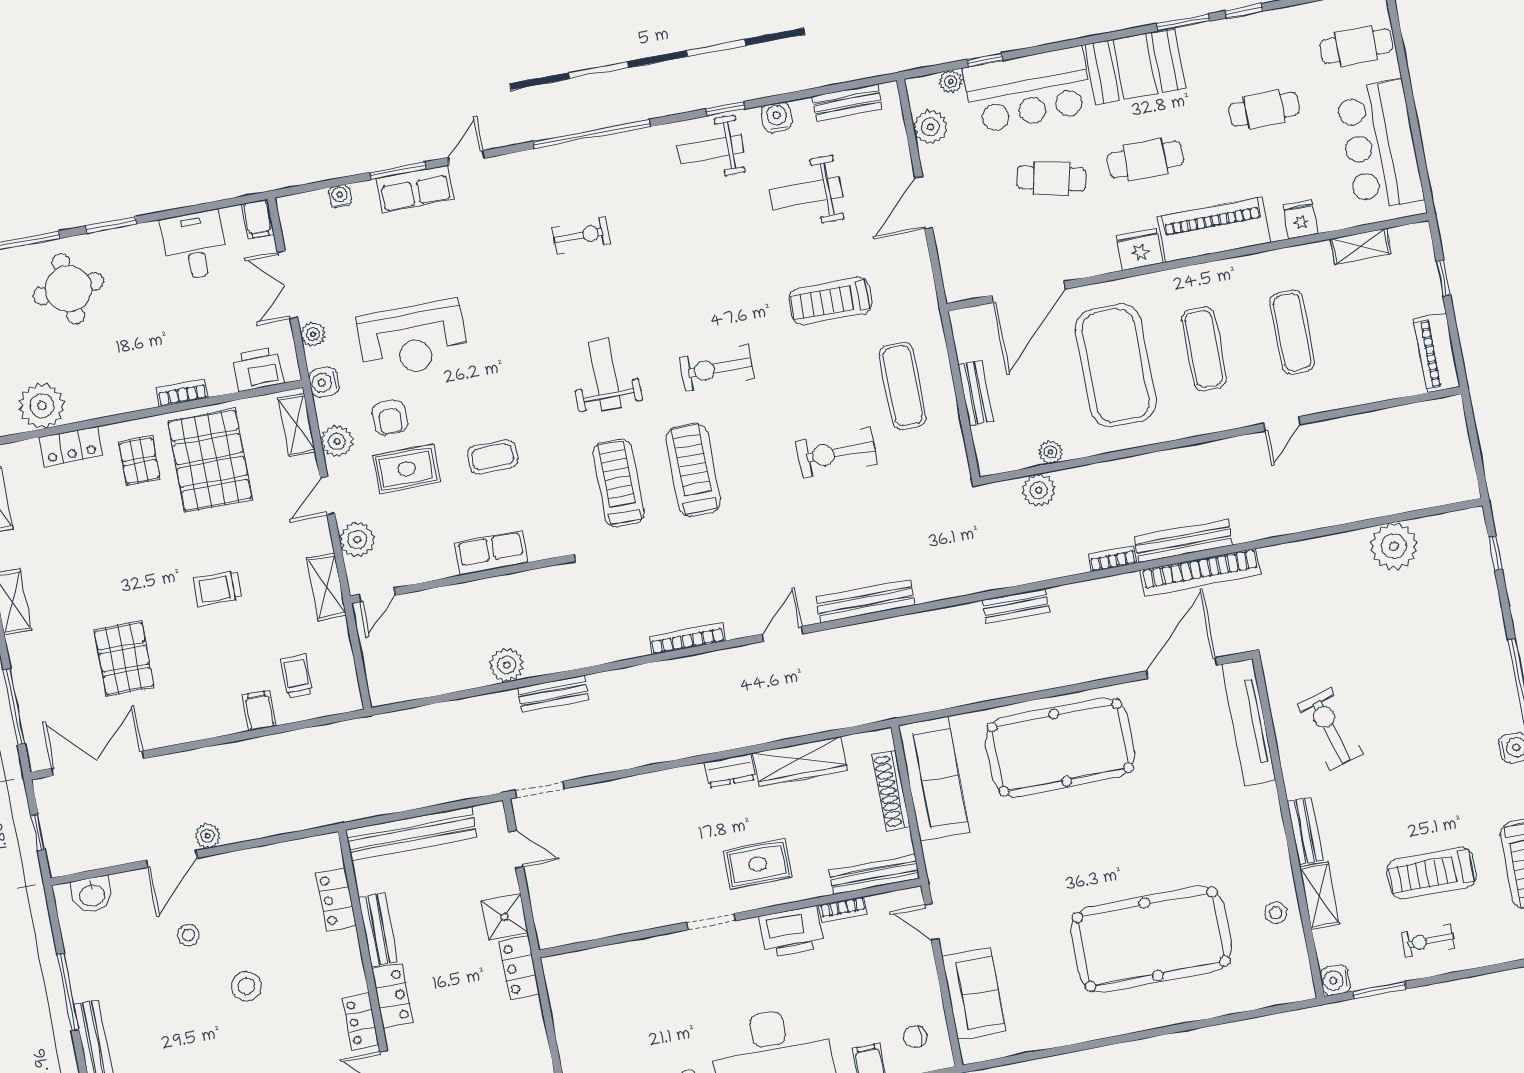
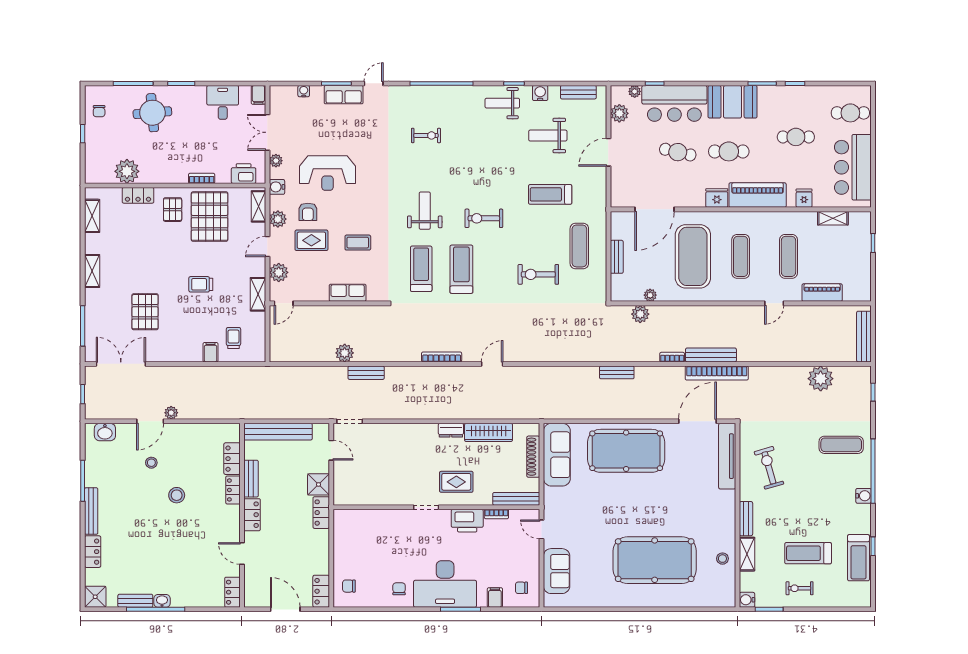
piano: (1437, 353) -> (822, 293), moved, turned 90
bench: (865, 601) -> (864, 337), moved, turned 90
exercise mat: (1455, 661) -> (841, 445), added
locker: (361, 1021) -> (233, 490), moved

